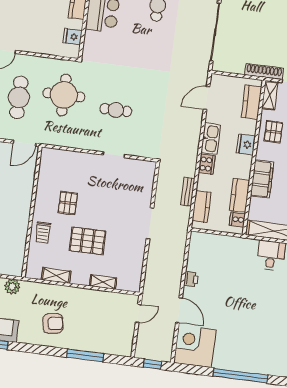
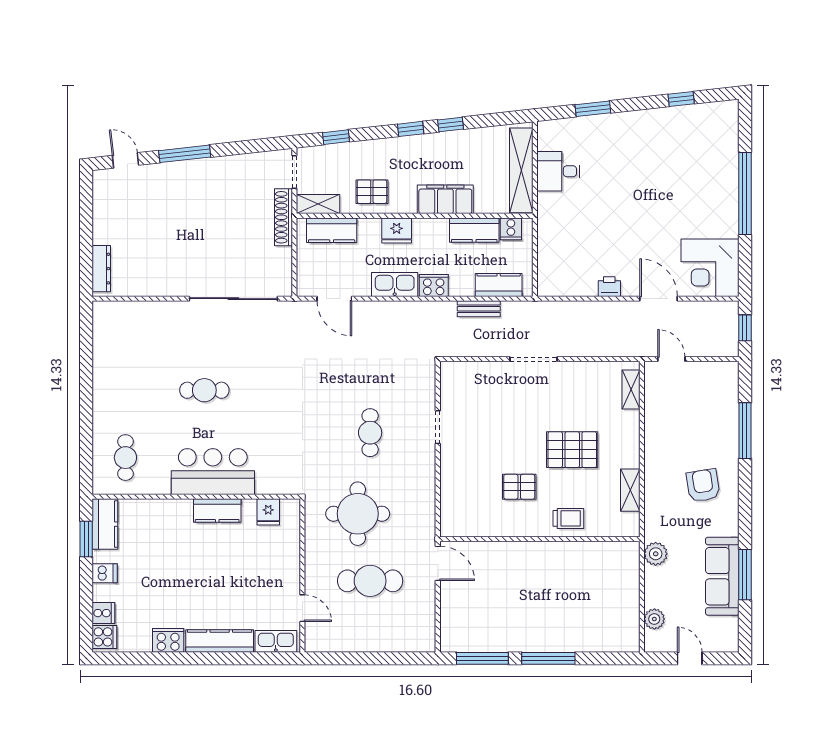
pallet: (88, 241) -> (572, 450), turned 90
shelving: (103, 282) -> (631, 390), moved
door: (179, 310) -> (659, 299), hinge flipped

